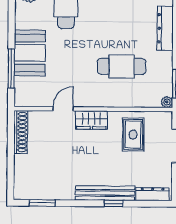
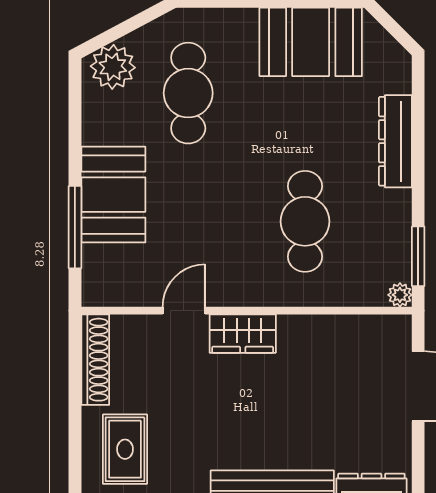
cafe table: (122, 66) -> (305, 221), turned 90
rug: (133, 135) -> (125, 449), moved

